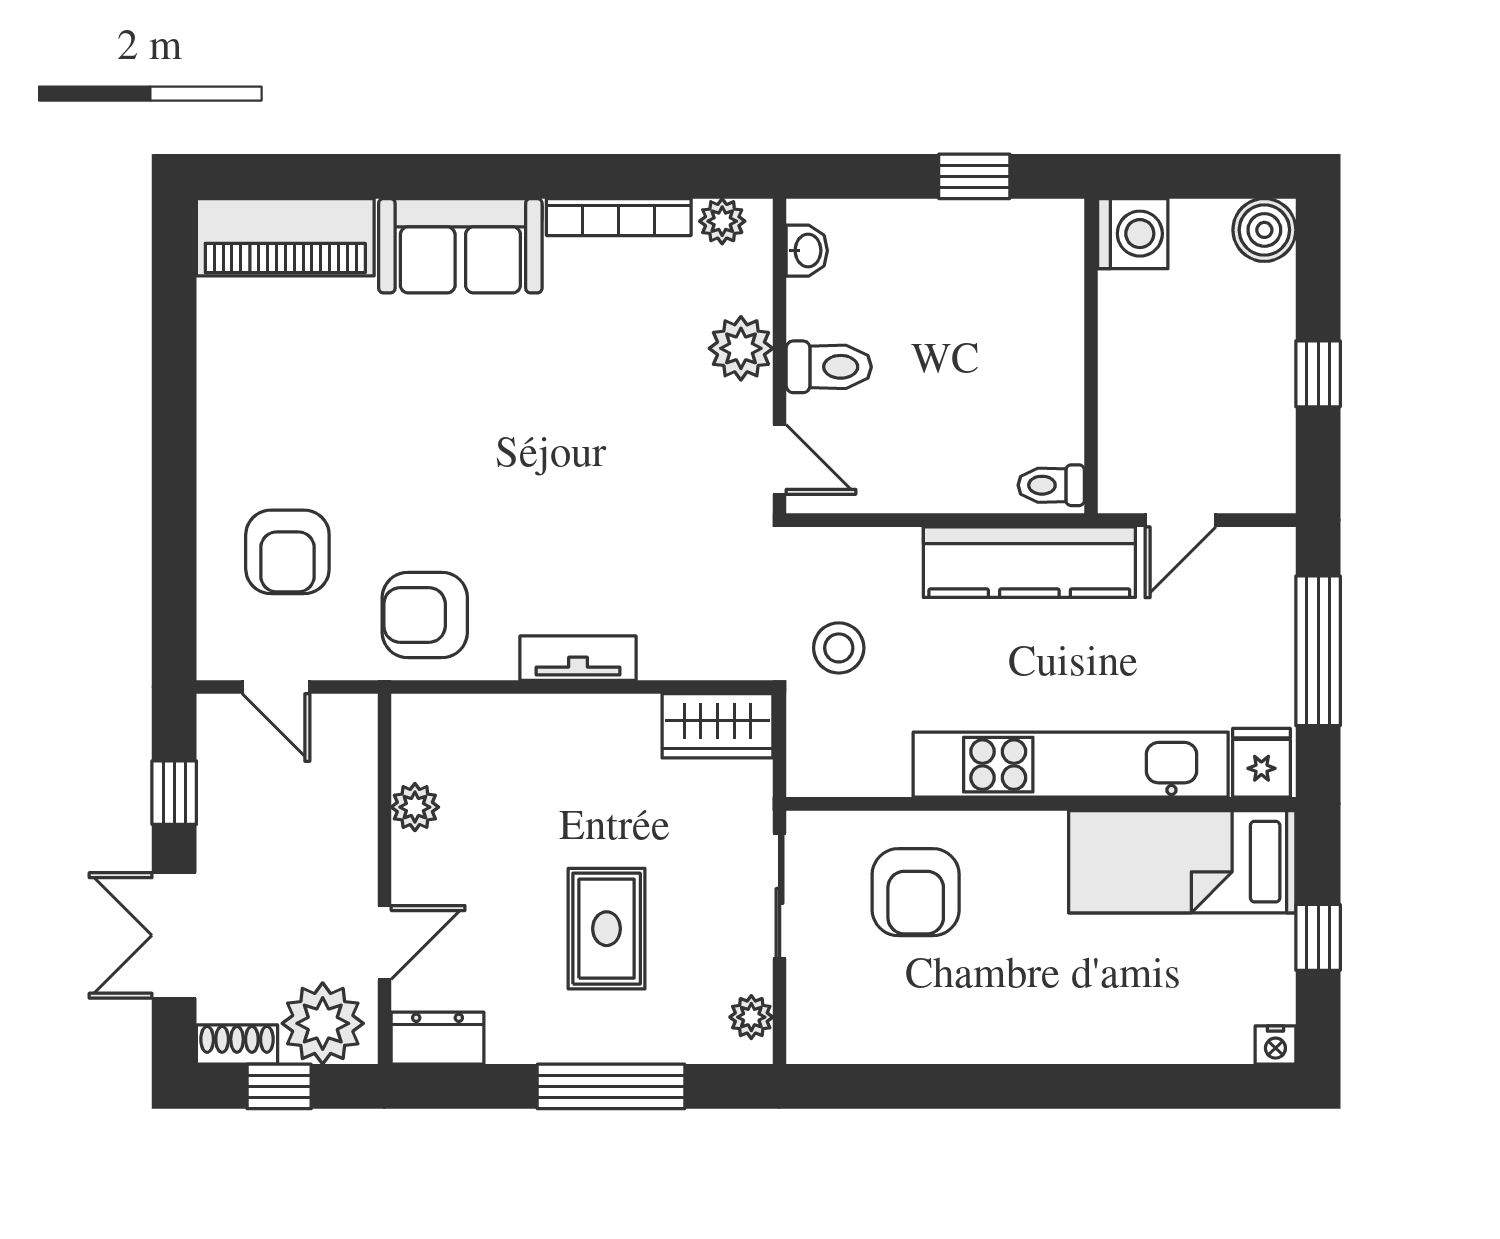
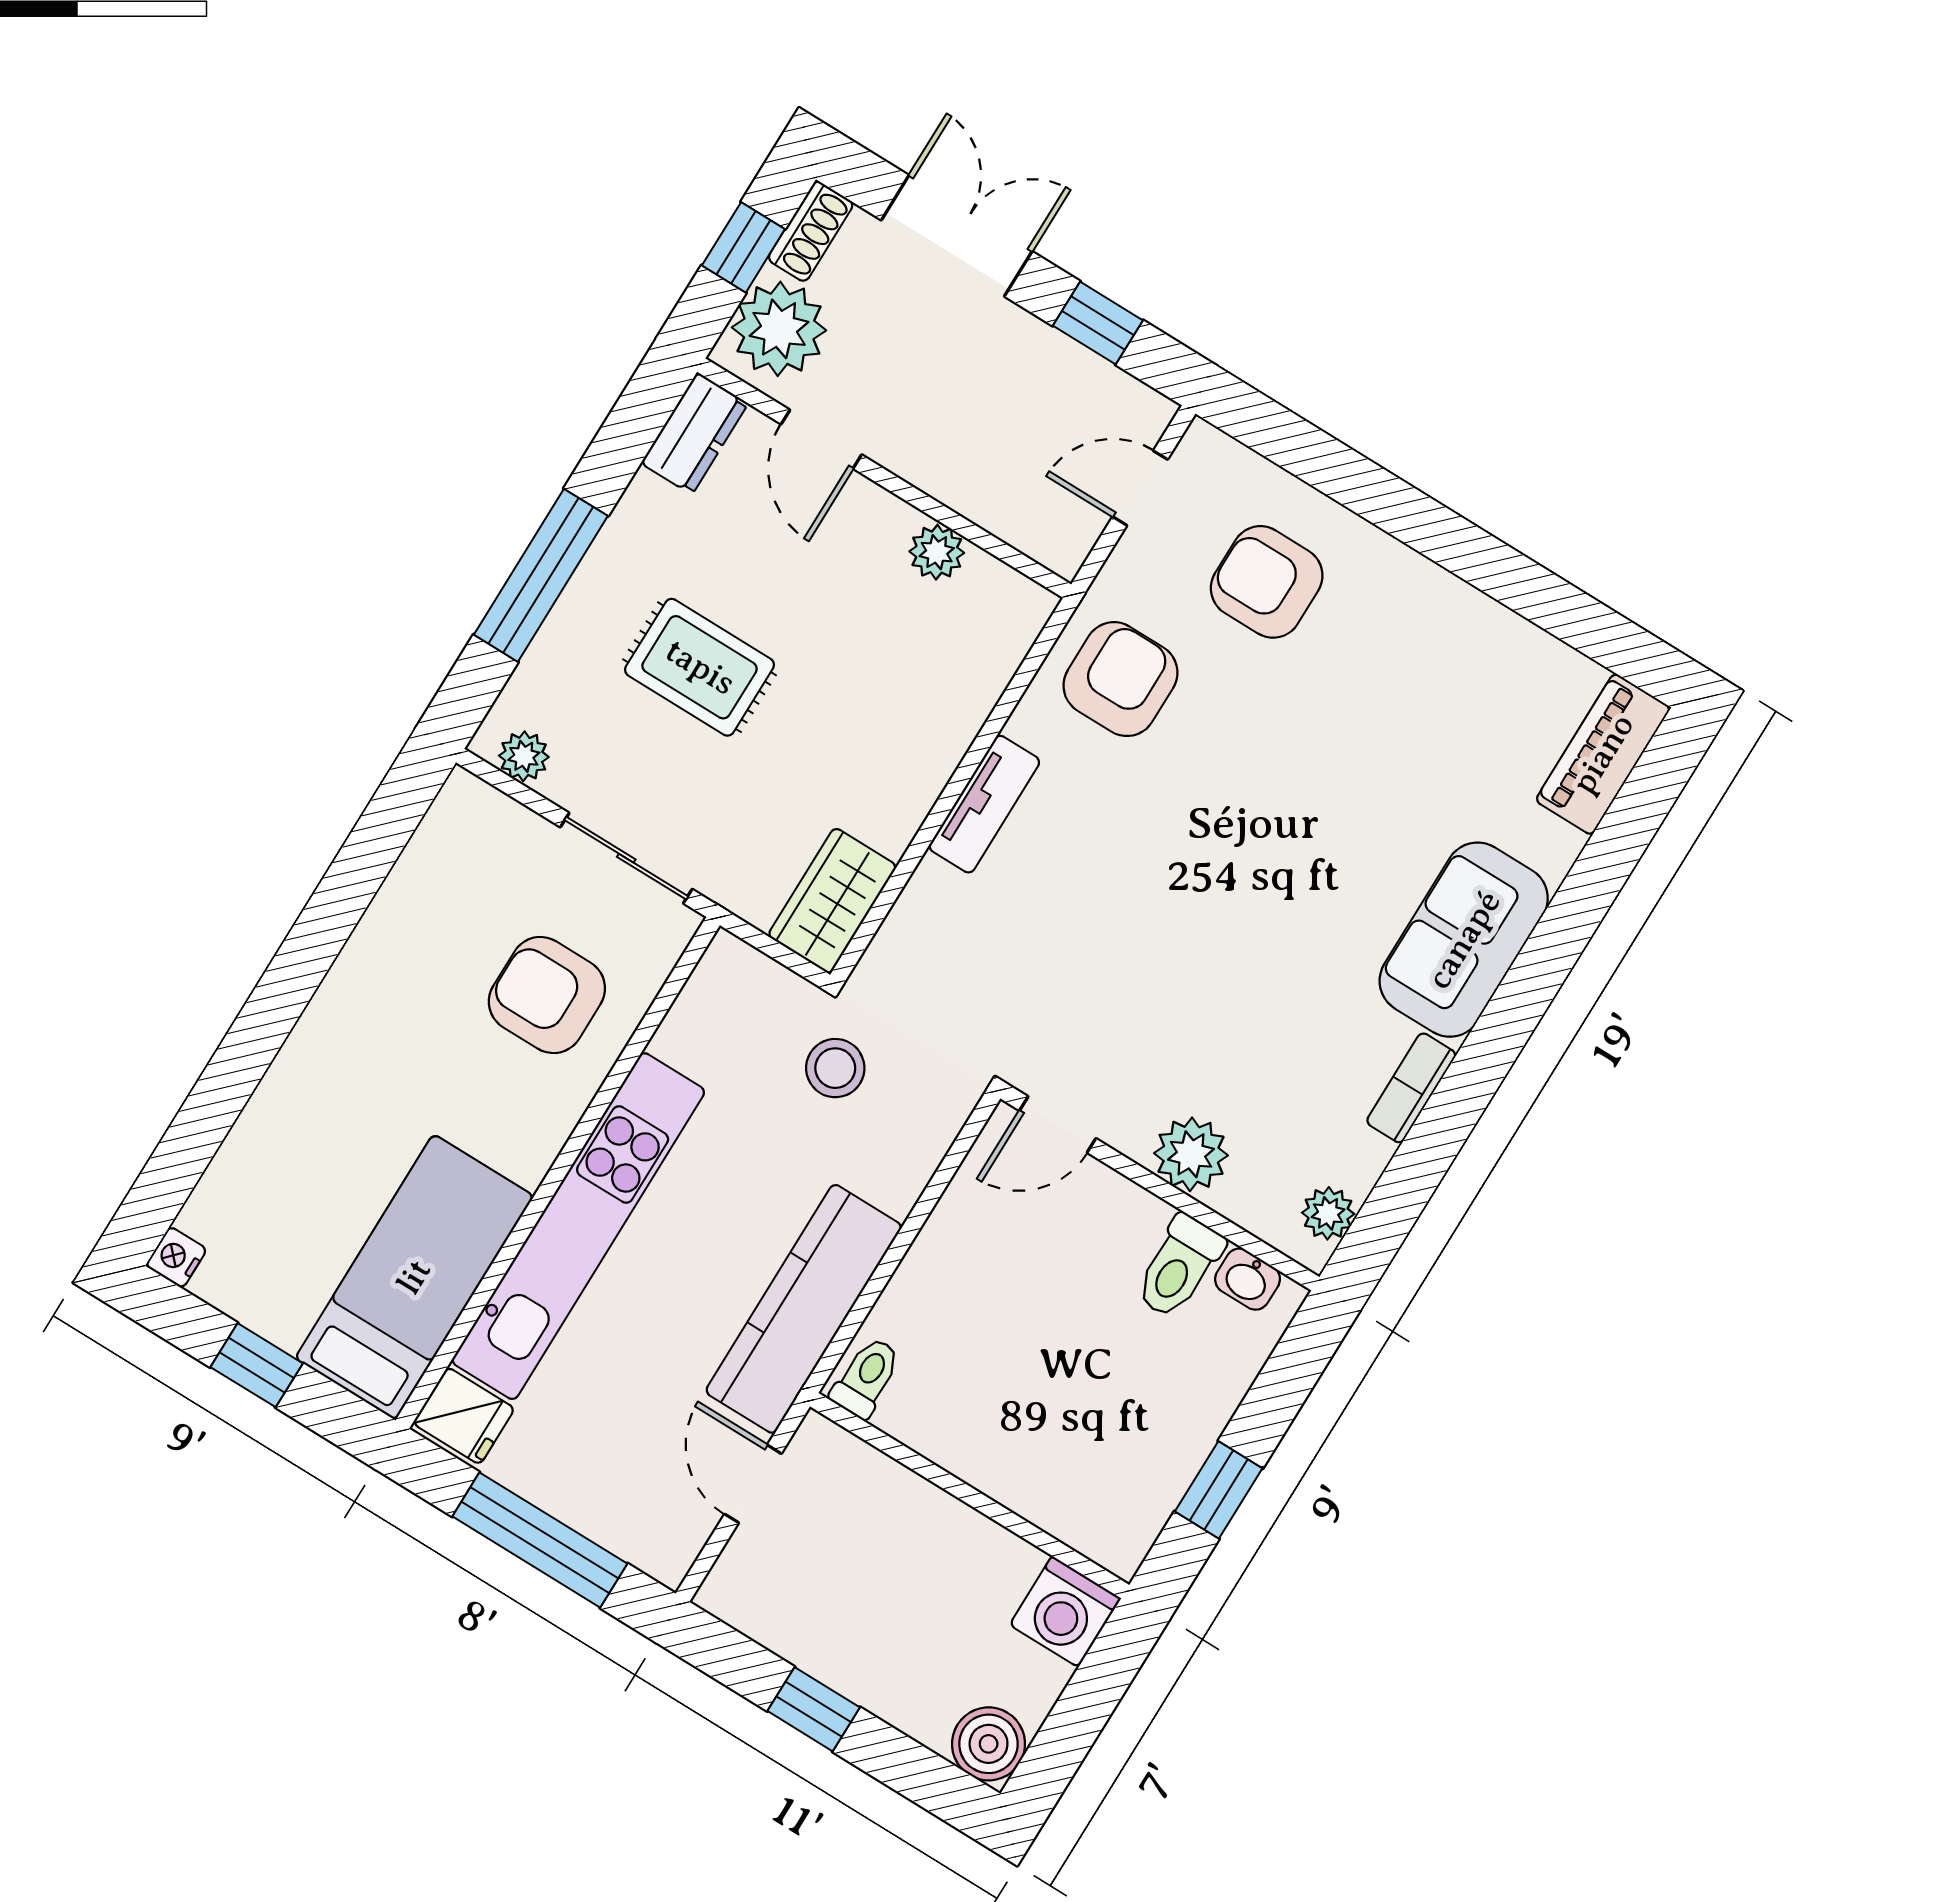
bookcase: (619, 217) -> (1411, 1088), width x0.64
piano: (285, 237) -> (1603, 754), width x0.73, depth x0.75
toilet: (829, 367) -> (1179, 1267), moved

